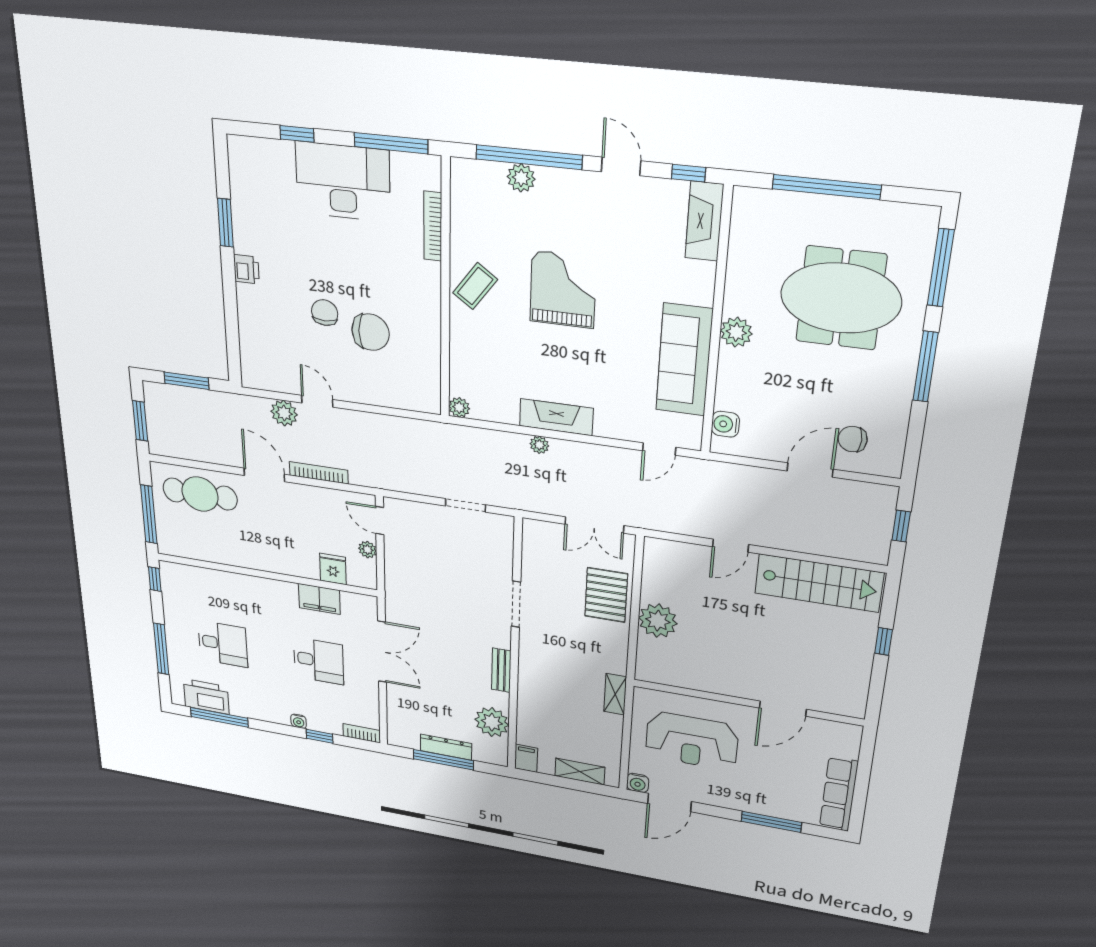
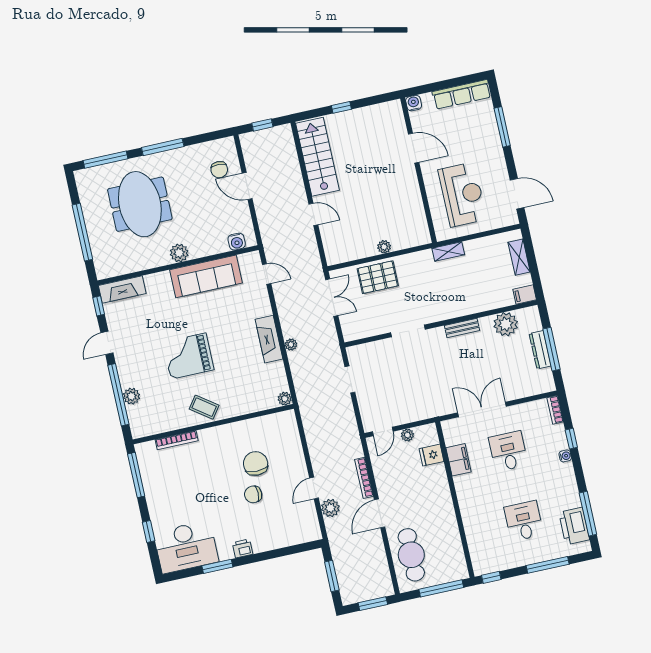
desk: (343, 182) -> (186, 547), moved, turned -90
plant: (658, 621) -> (384, 247), width x0.53, depth x0.53
water cooler: (638, 783) -> (414, 103), moved, turned -90

